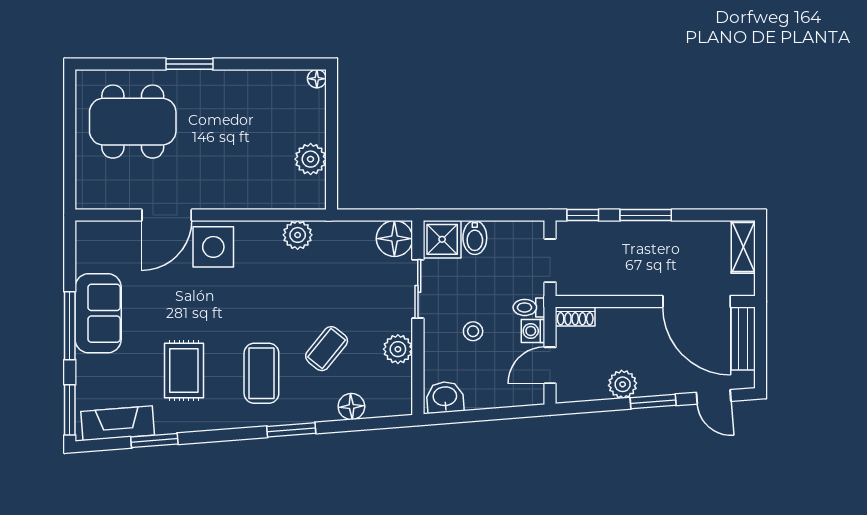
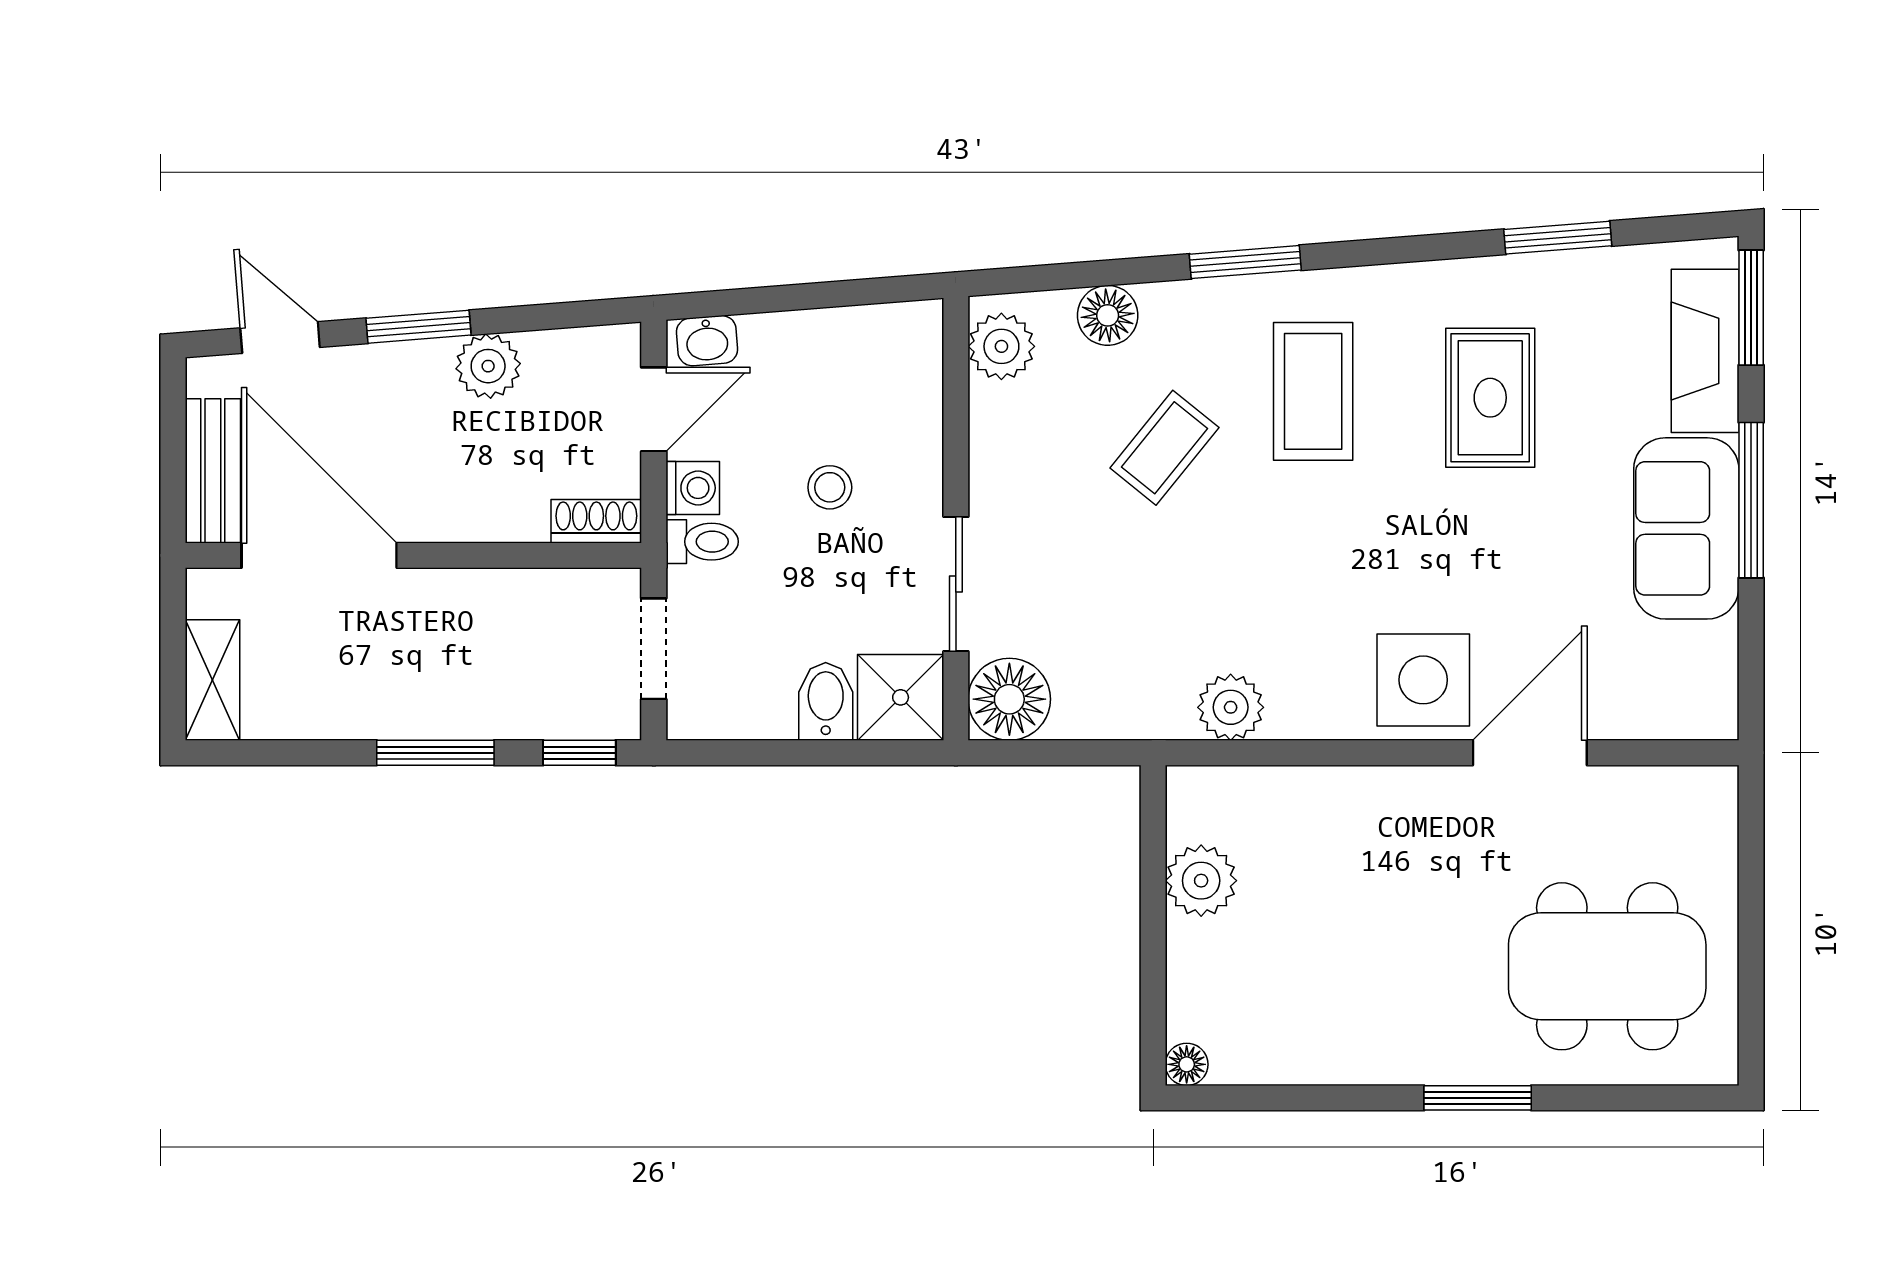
plant: (398, 349) -> (1001, 346), moved
washbasin: (445, 397) -> (707, 341), moved, width x0.72, depth x0.69
fireplace: (118, 423) -> (1705, 351), moved, turned 94

